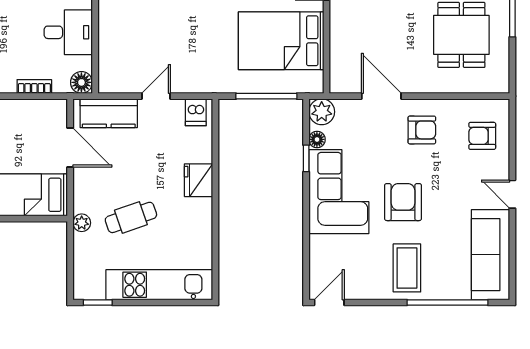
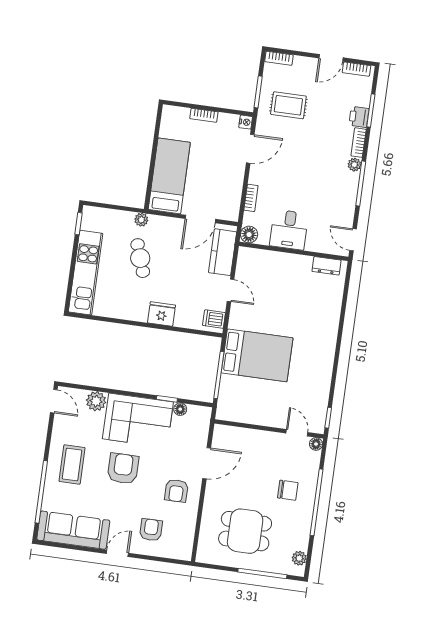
bed: (281, 41) -> (257, 355), moved, turned 90
plant: (322, 112) -> (96, 401), moved
armchair: (482, 136) -> (151, 530), moved
armchair: (403, 202) -> (123, 469), turned -90
coffee table: (407, 268) -> (72, 465), turned 90

